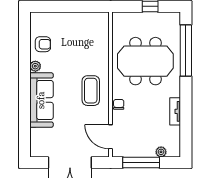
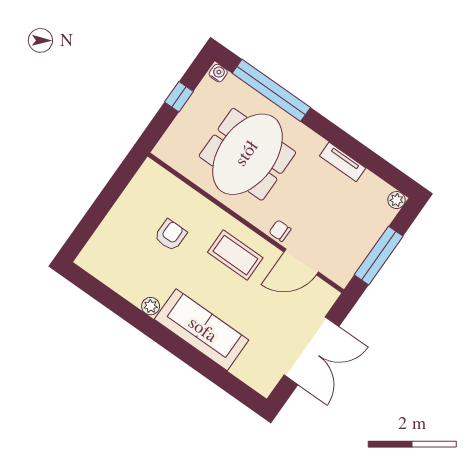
water cooler: (176, 18) -> (218, 73), added
armchair: (43, 44) -> (171, 235), moved
door: (111, 137) -> (301, 262), moved
plant: (161, 152) -> (397, 200), moved

